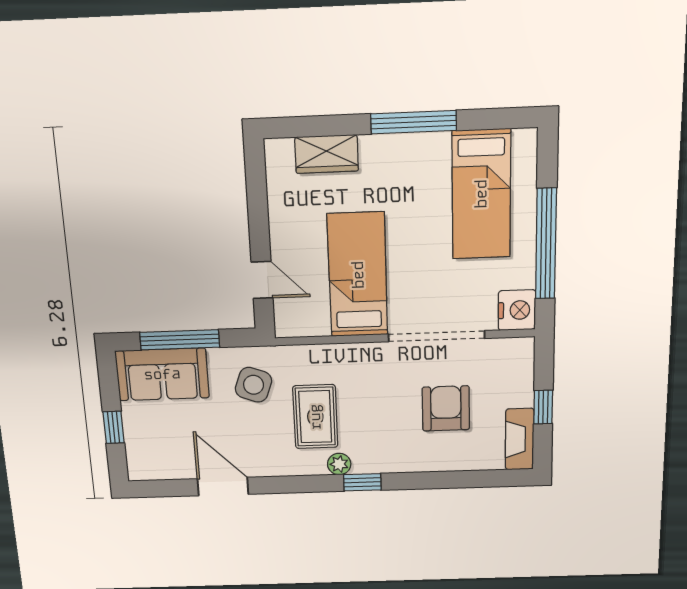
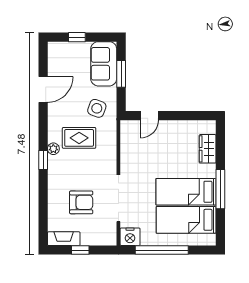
bed: (358, 275) -> (186, 192), moved, turned 180
window: (180, 340) -> (121, 74), width x0.69

